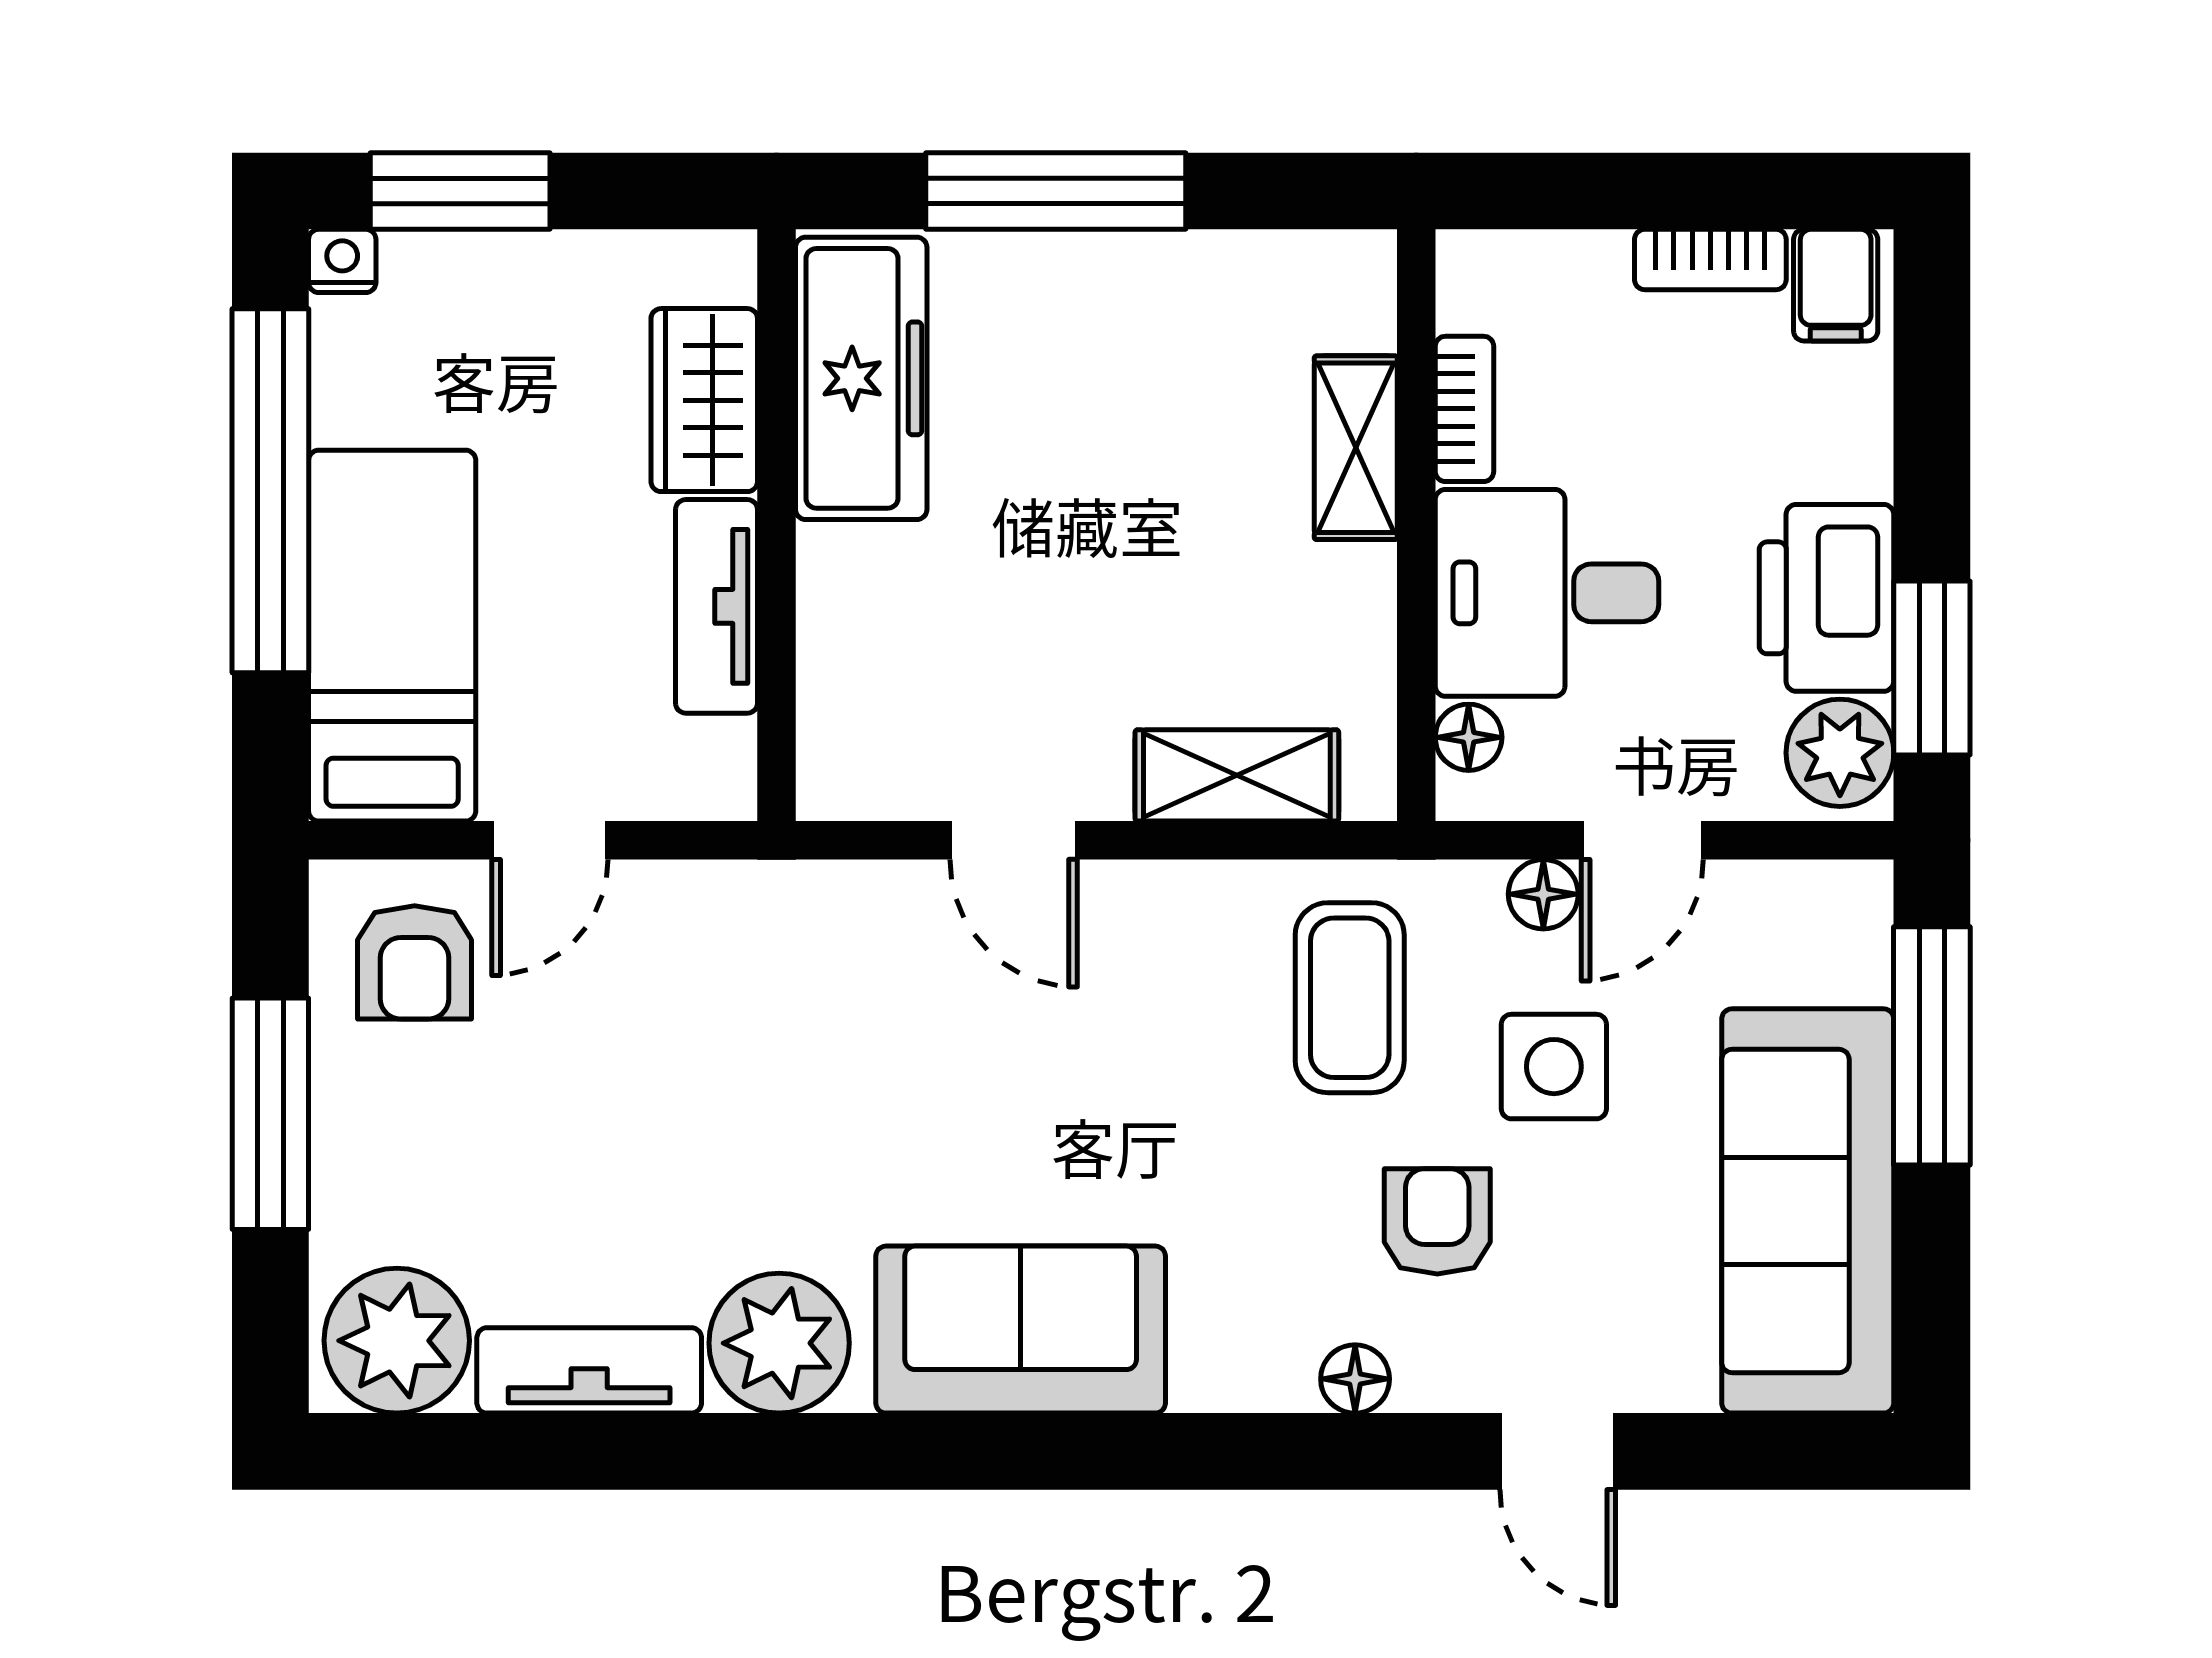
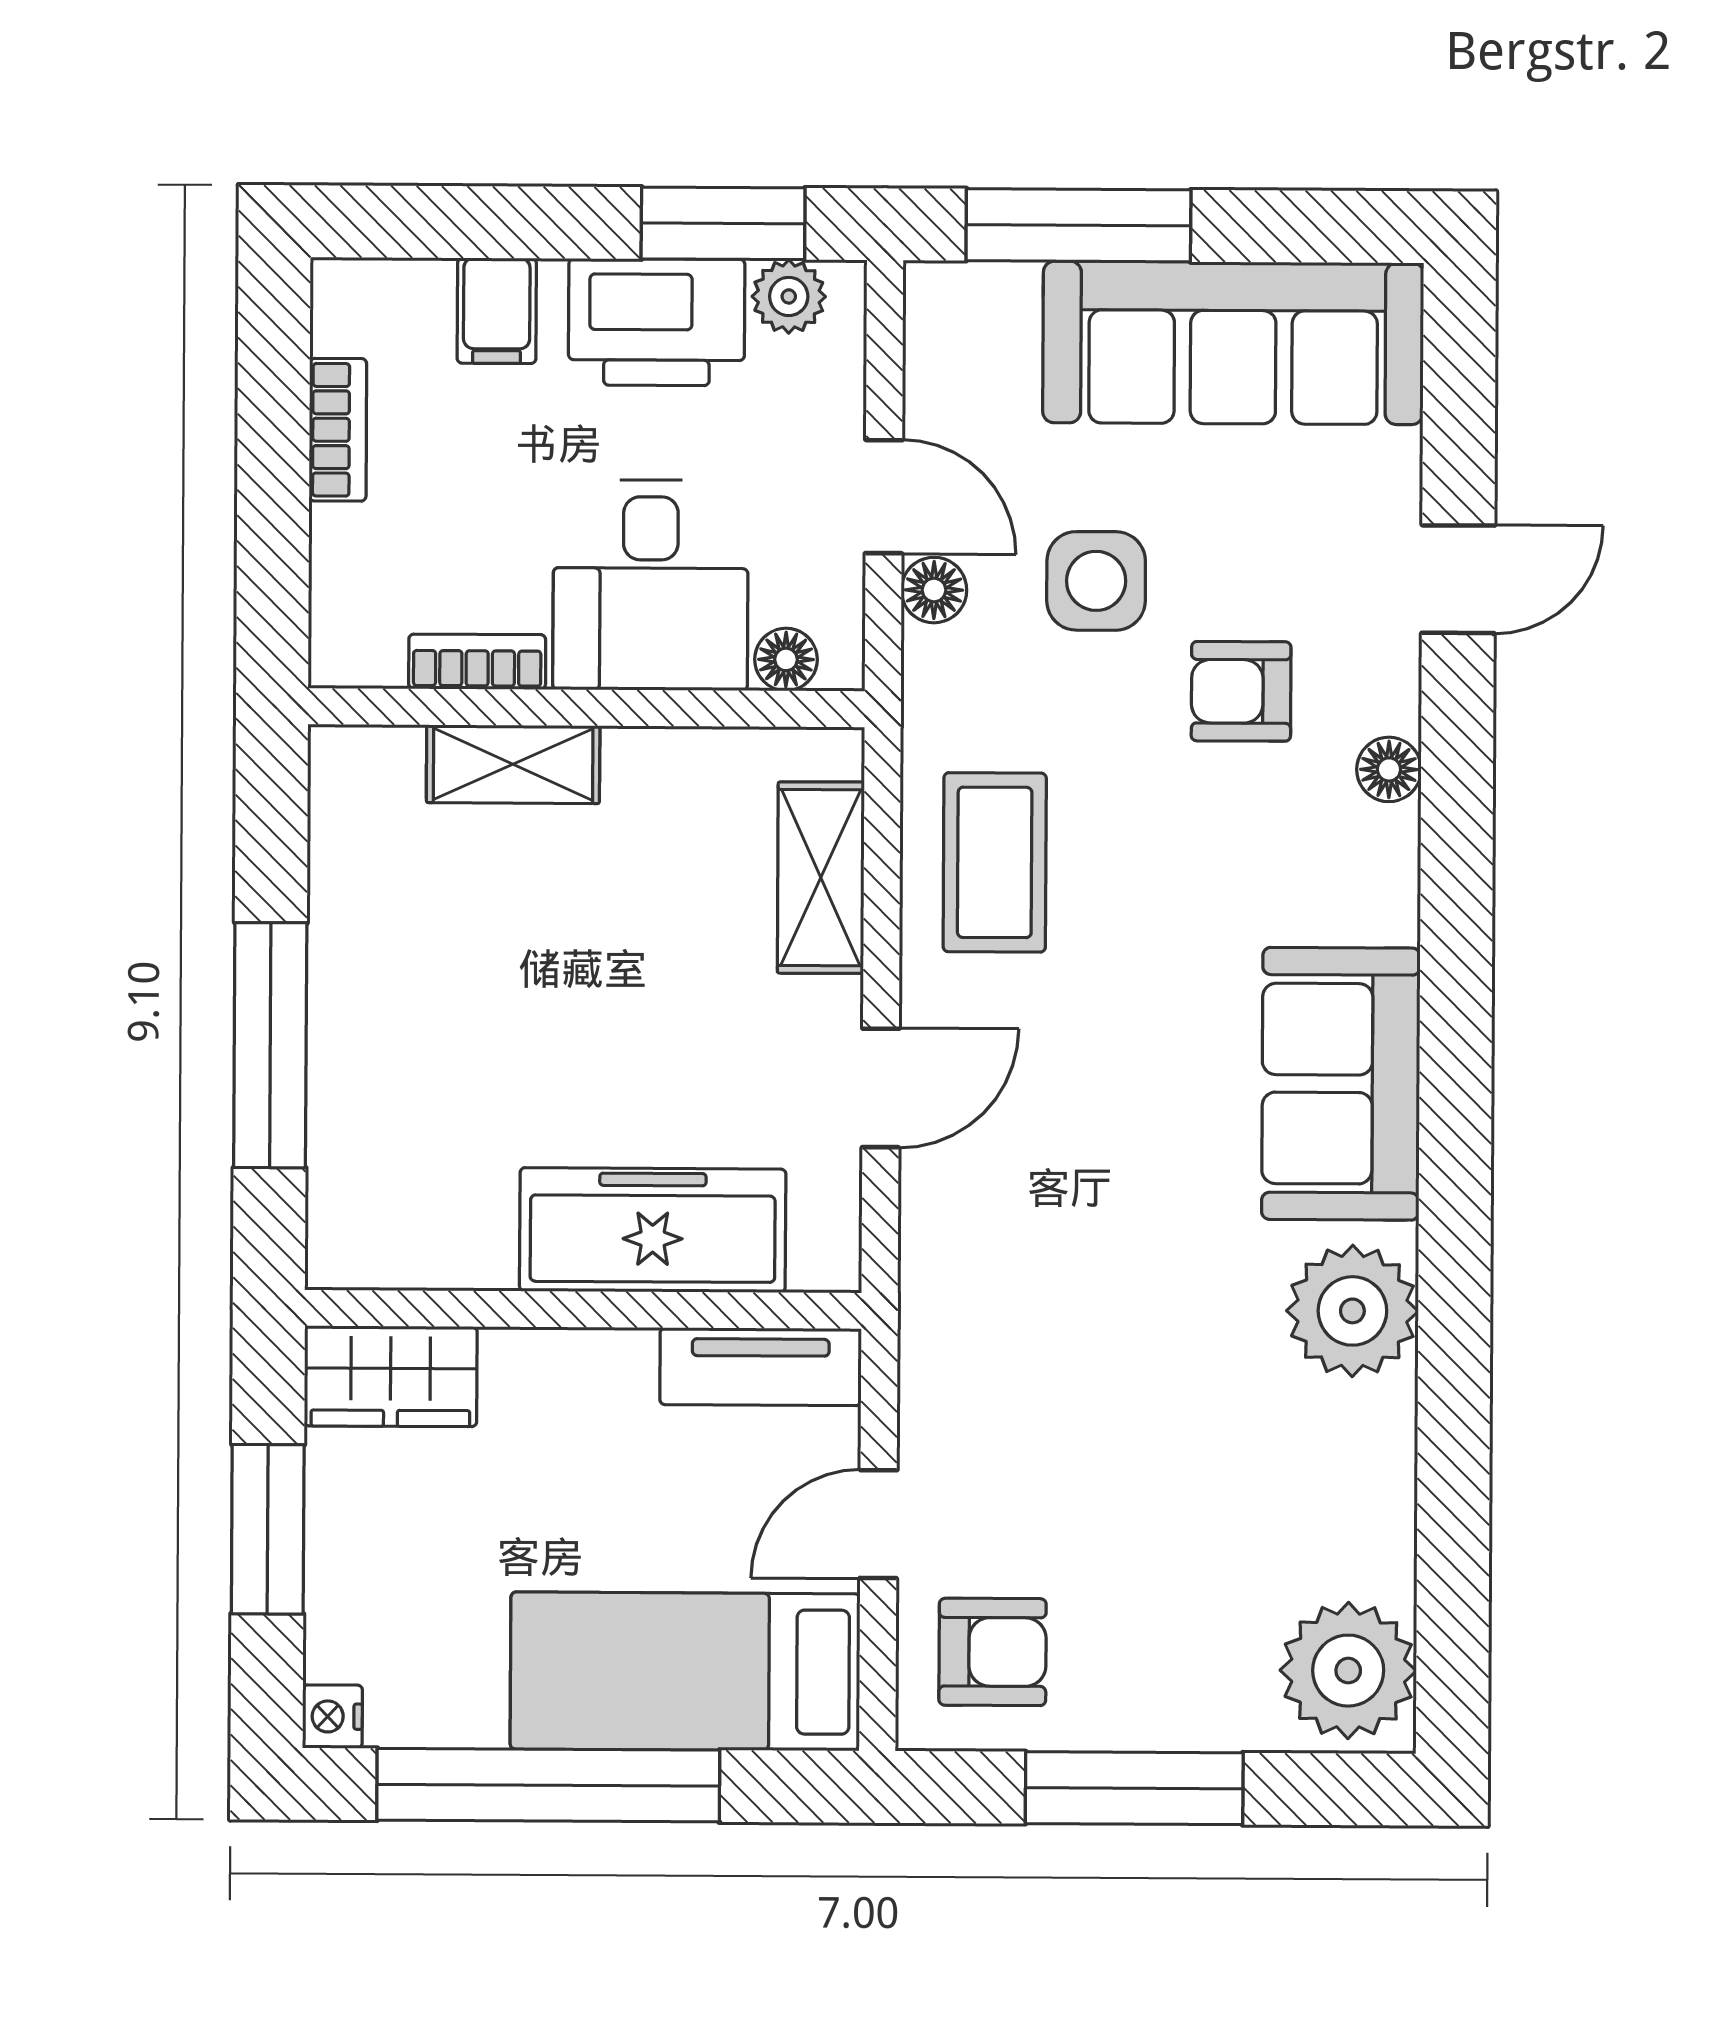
window: (460, 191) -> (268, 1529), moved
filing cabinet: (1836, 285) -> (497, 311), moved, turned 90
freezer: (861, 378) -> (653, 1230), moved
wardrobe: (704, 400) -> (391, 1376), moved
tv unit: (717, 606) -> (761, 1367), moved
plant: (1840, 753) -> (789, 296), width x0.73, depth x0.73
door: (550, 840) -> (878, 1524), swing flipped
coffee table: (1350, 998) -> (995, 862), moved, turned 90
tv unit: (589, 1370) -> (1377, 1490), removed

